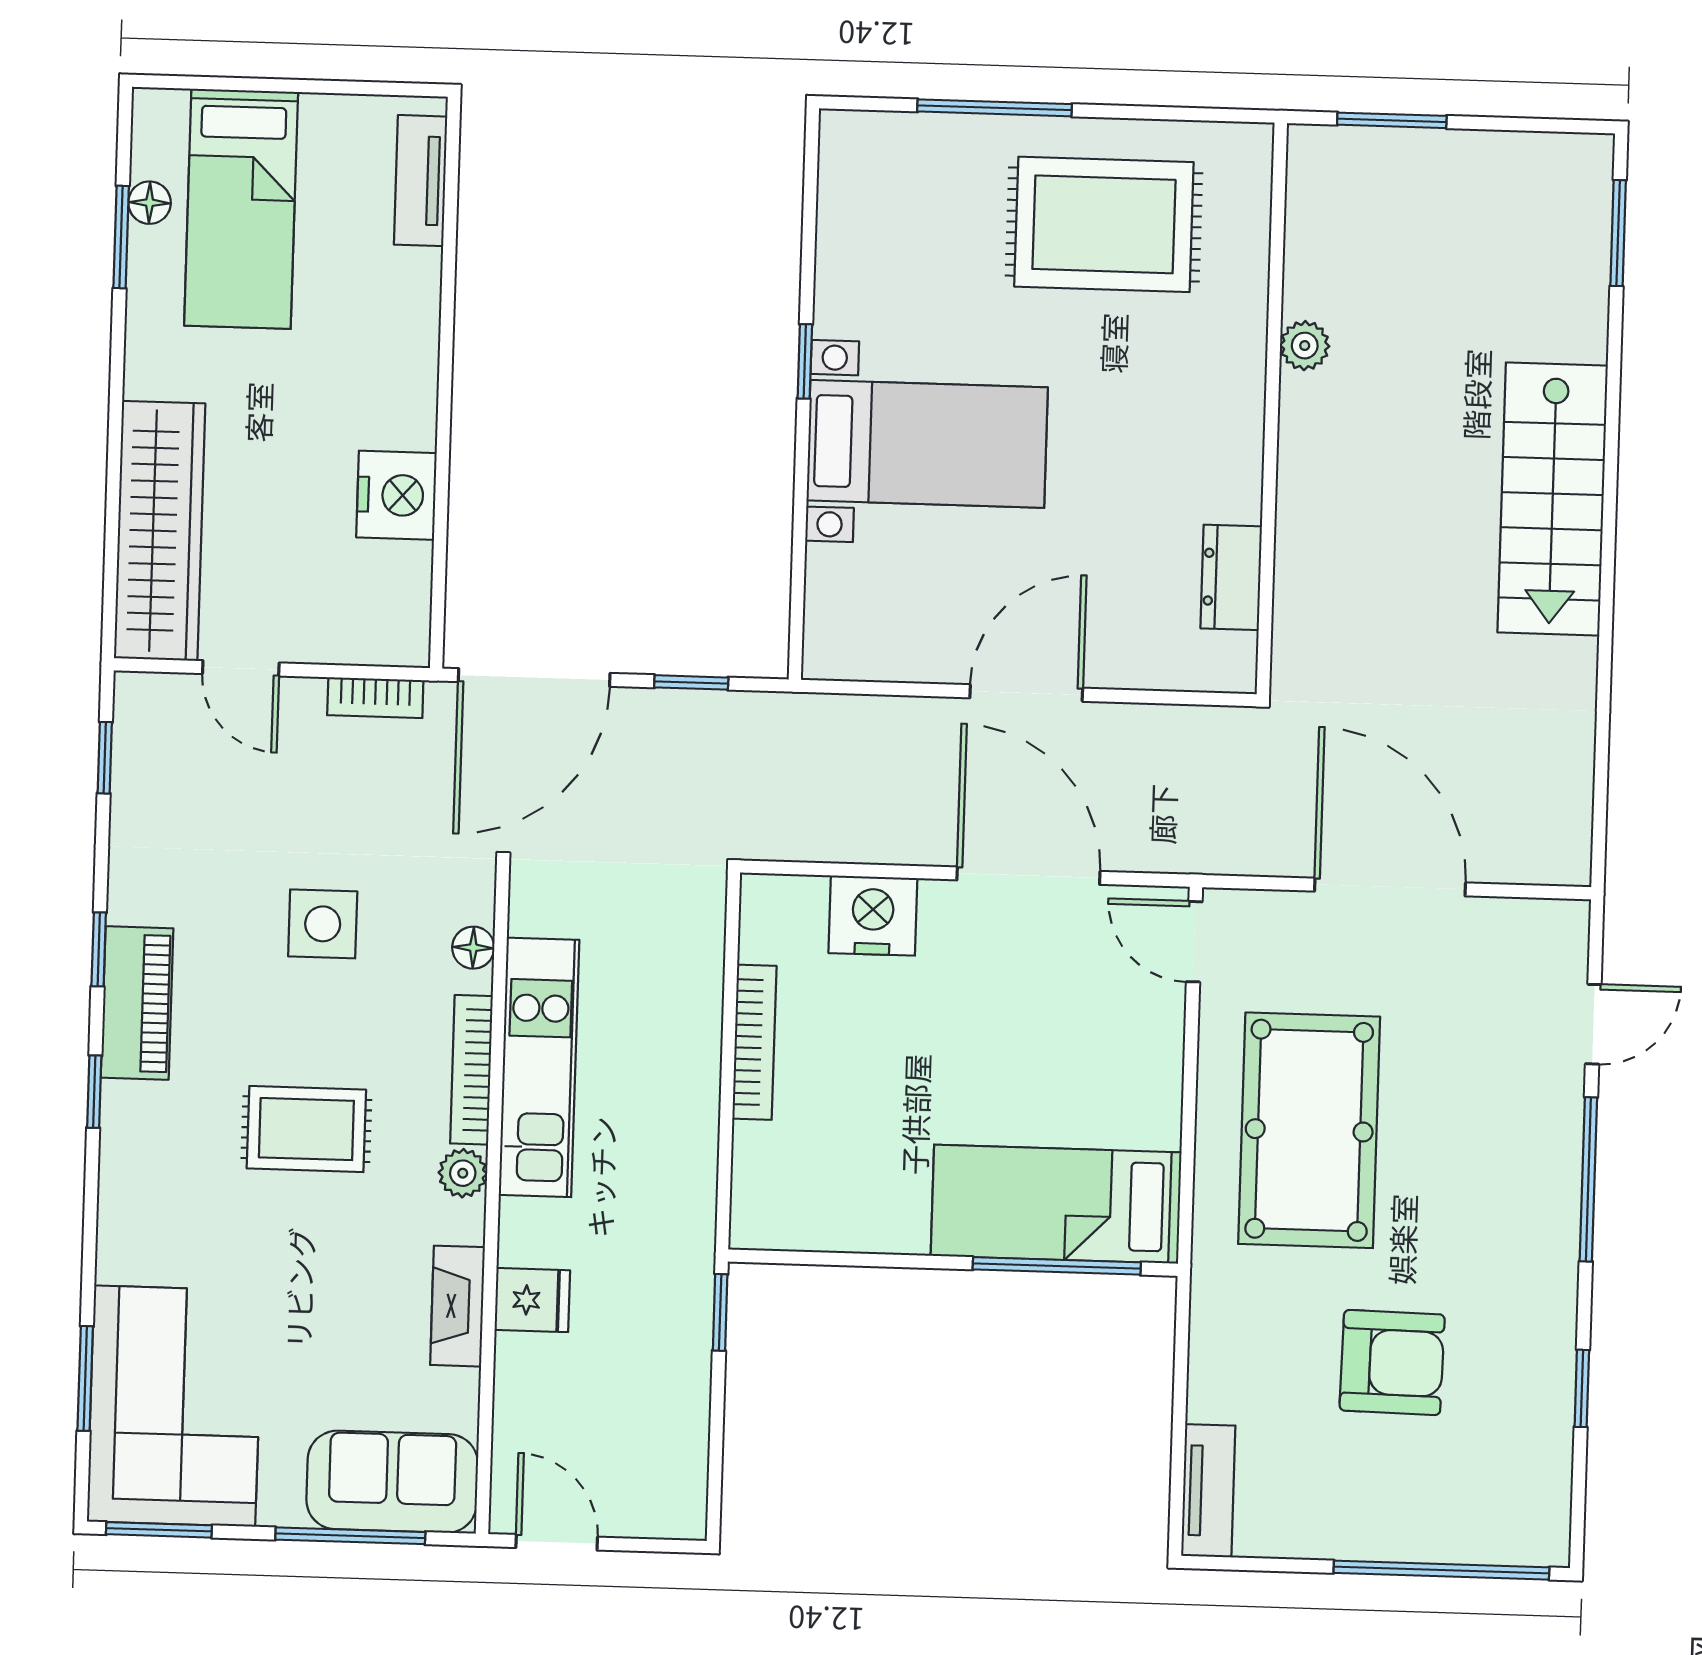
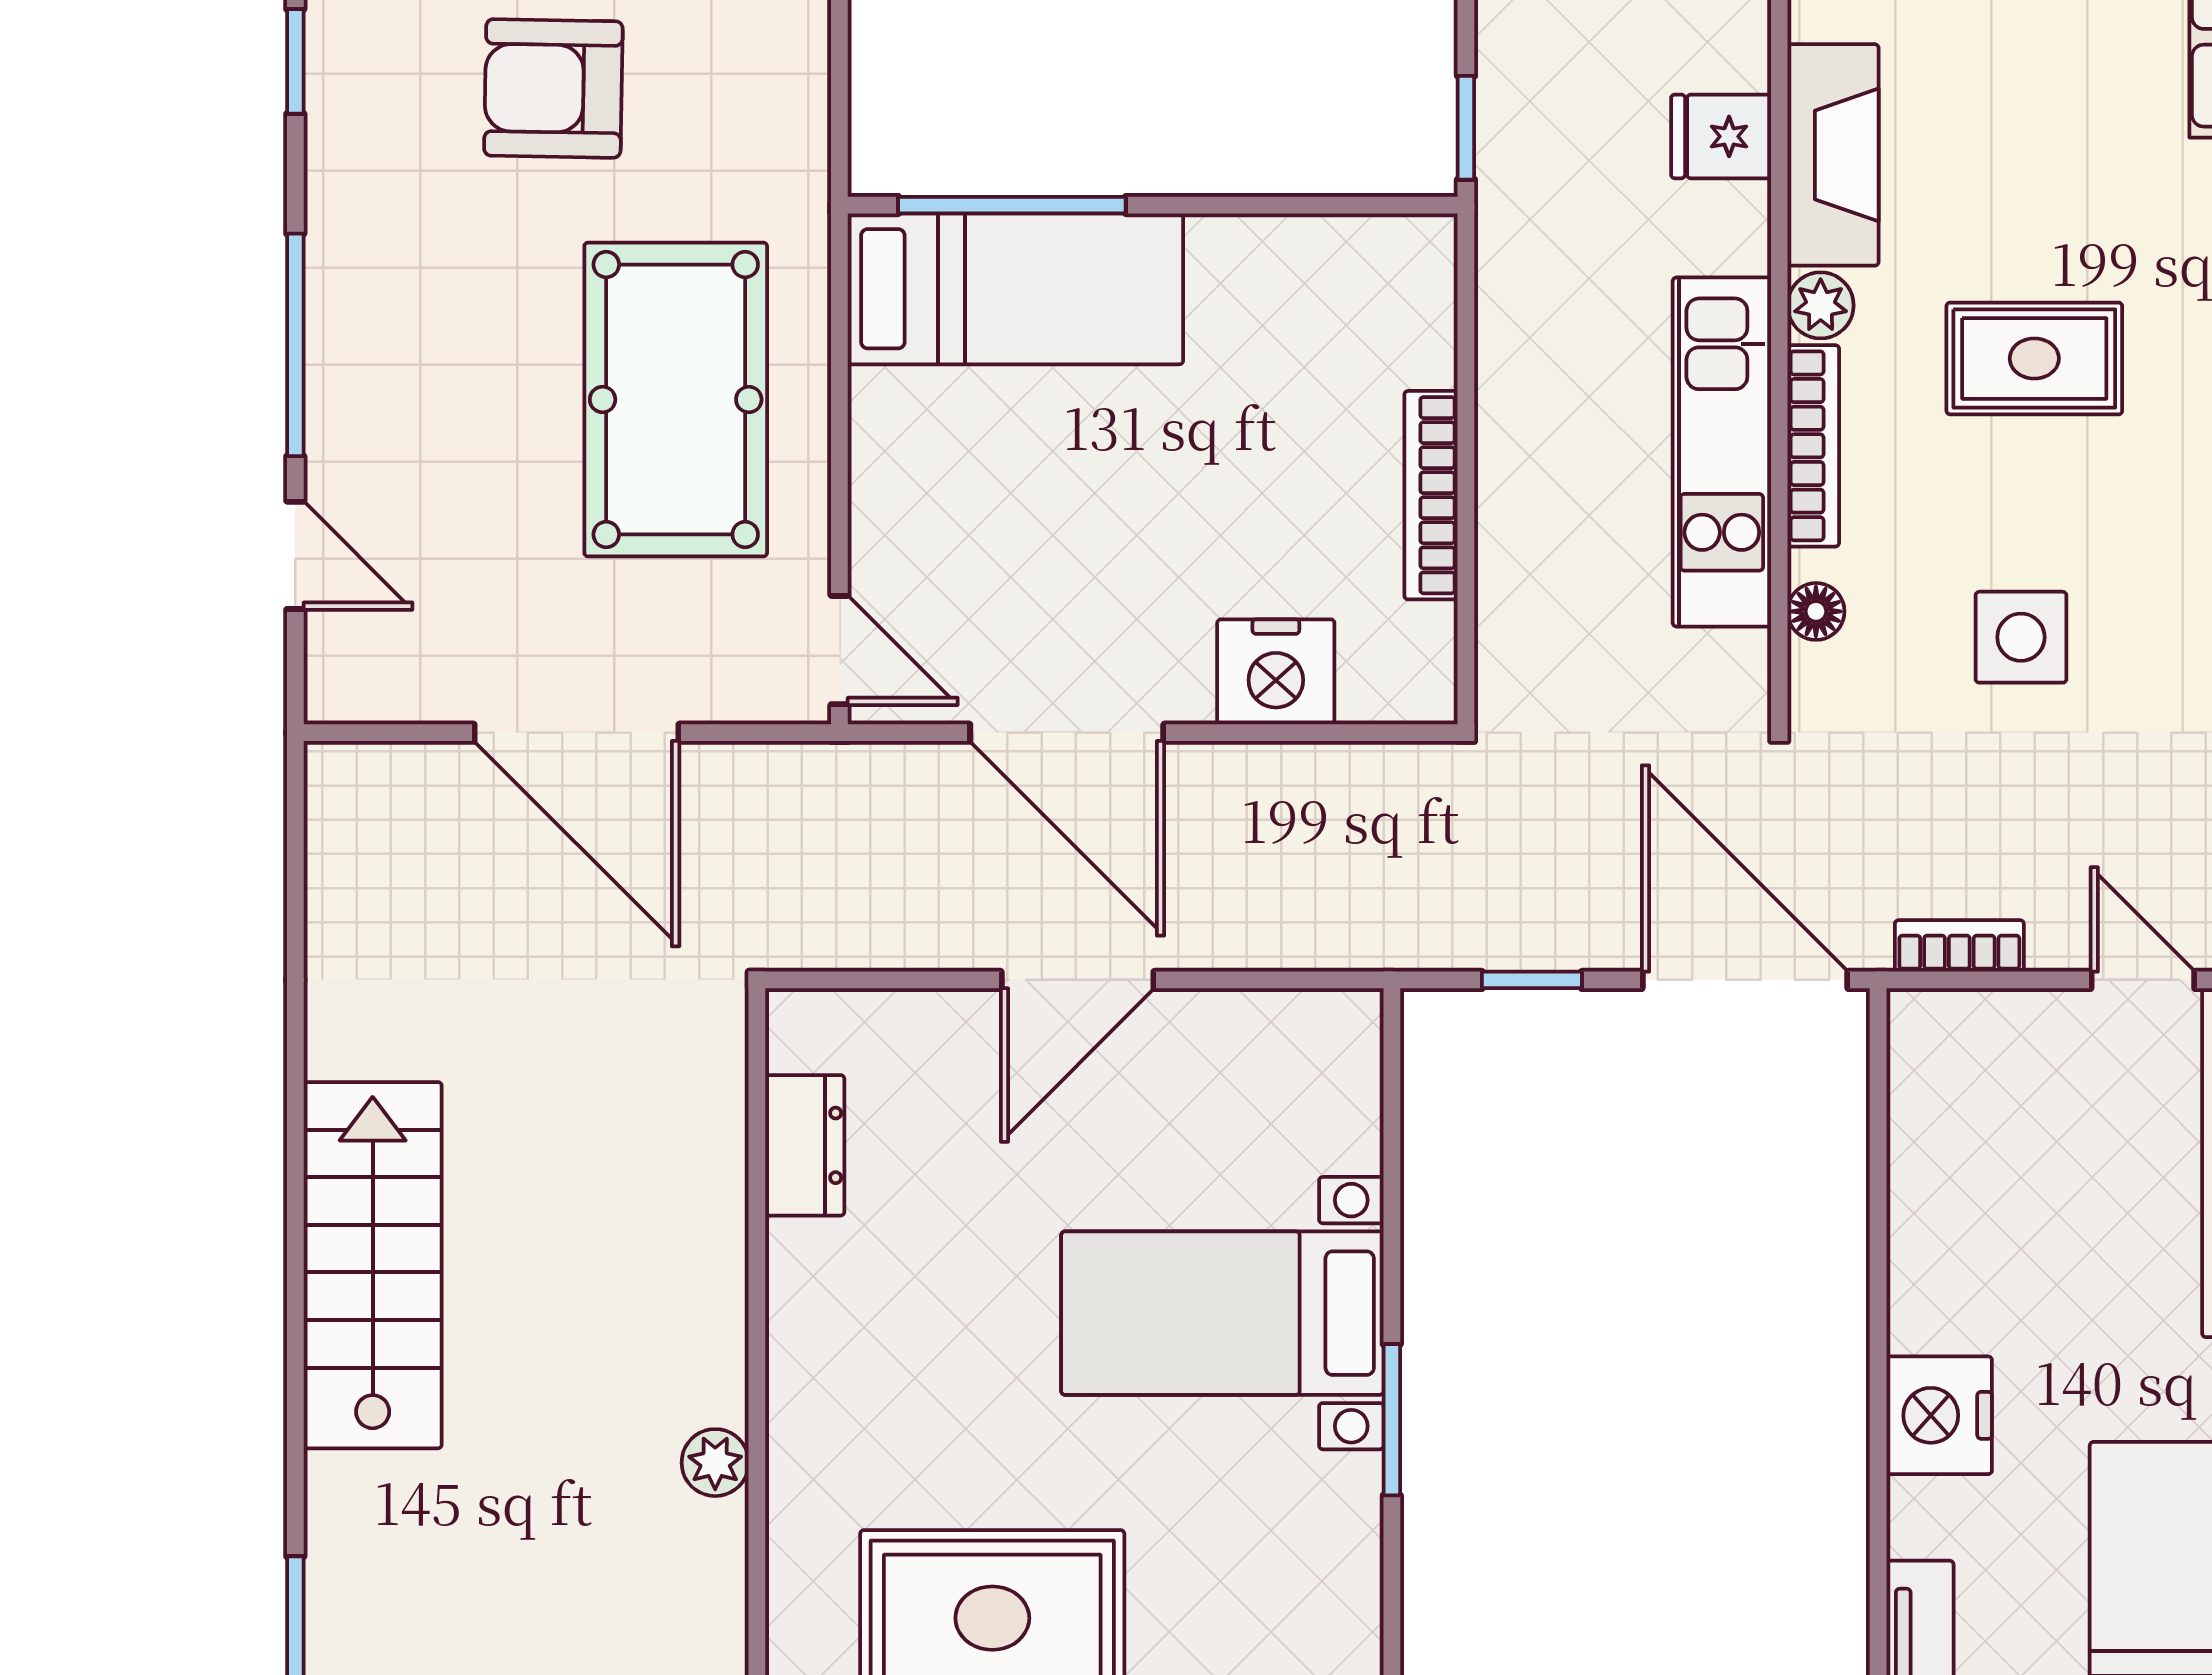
window: (805, 361) -> (1392, 1420), width x1.50
nightstand: (397, 495) -> (1939, 1415), moved
door: (534, 678) -> (1745, 980), hinge flipped
door: (1593, 1024) -> (295, 555), swing flipped
fireplace: (457, 1306) -> (1833, 155), width x1.37, depth x1.32

